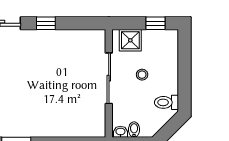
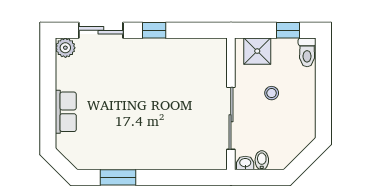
sliding door: (109, 78) -> (231, 118), moved
toilet: (166, 102) -> (307, 52), moved, turned -90

